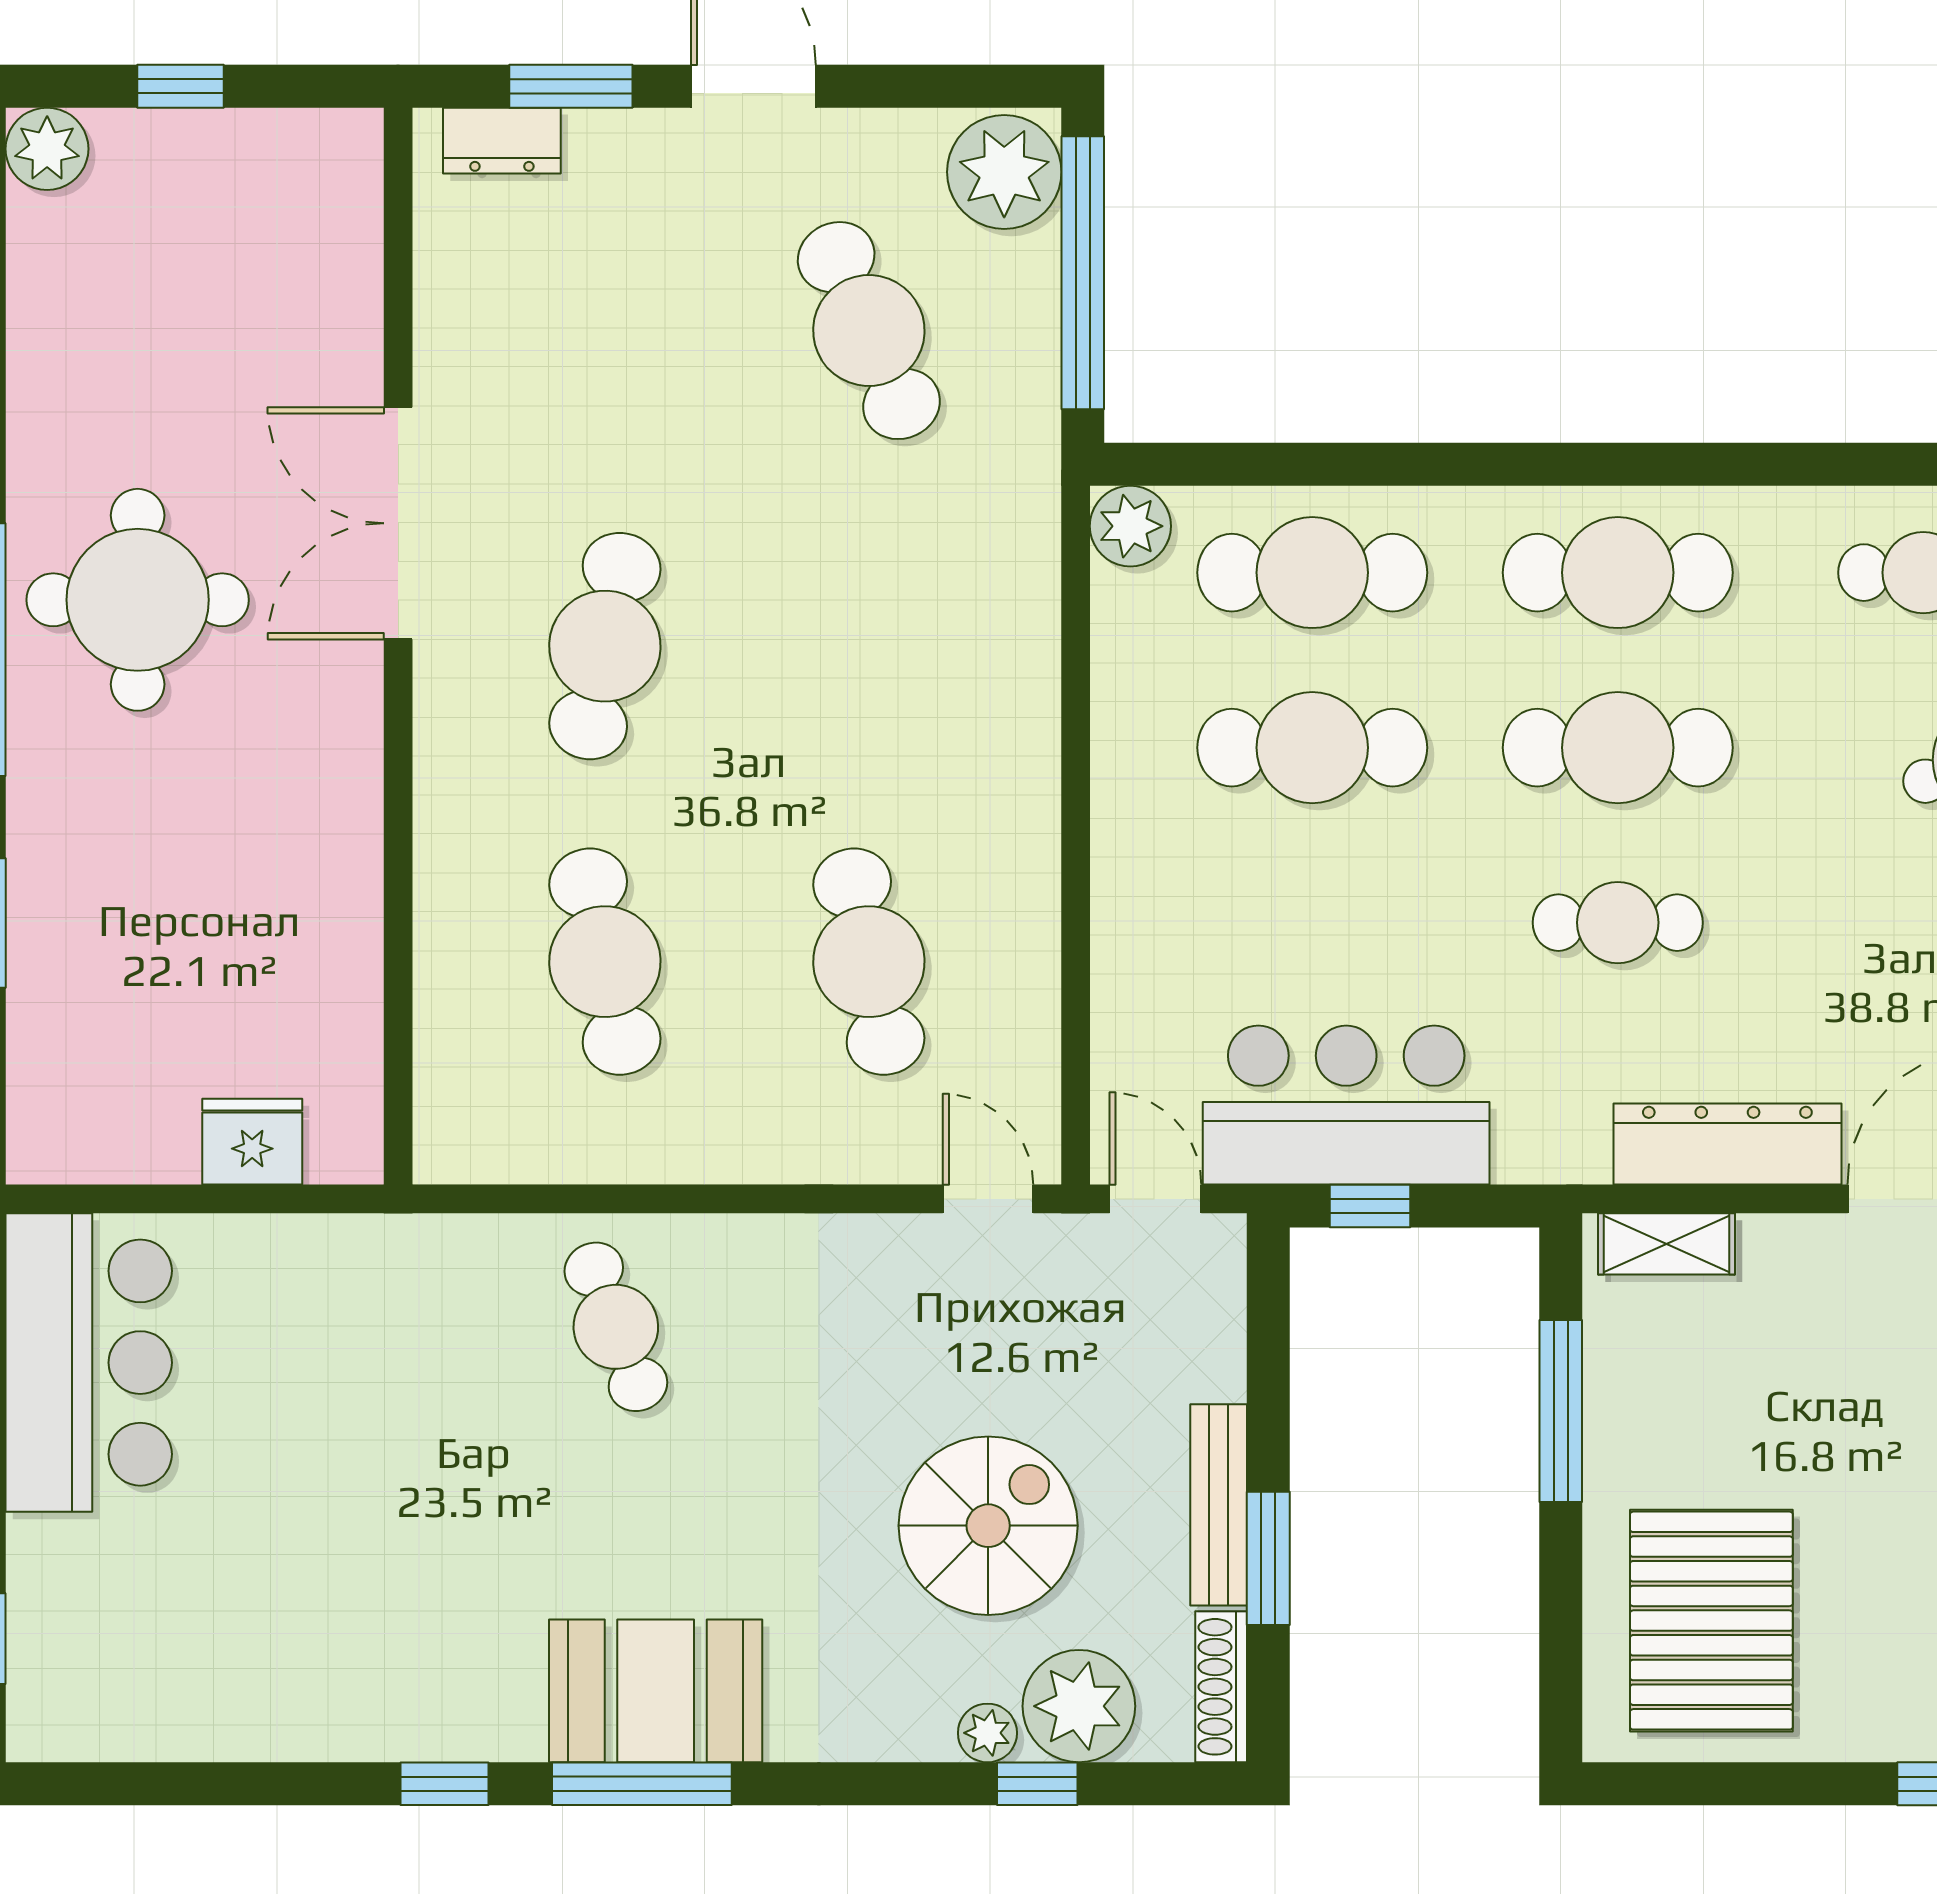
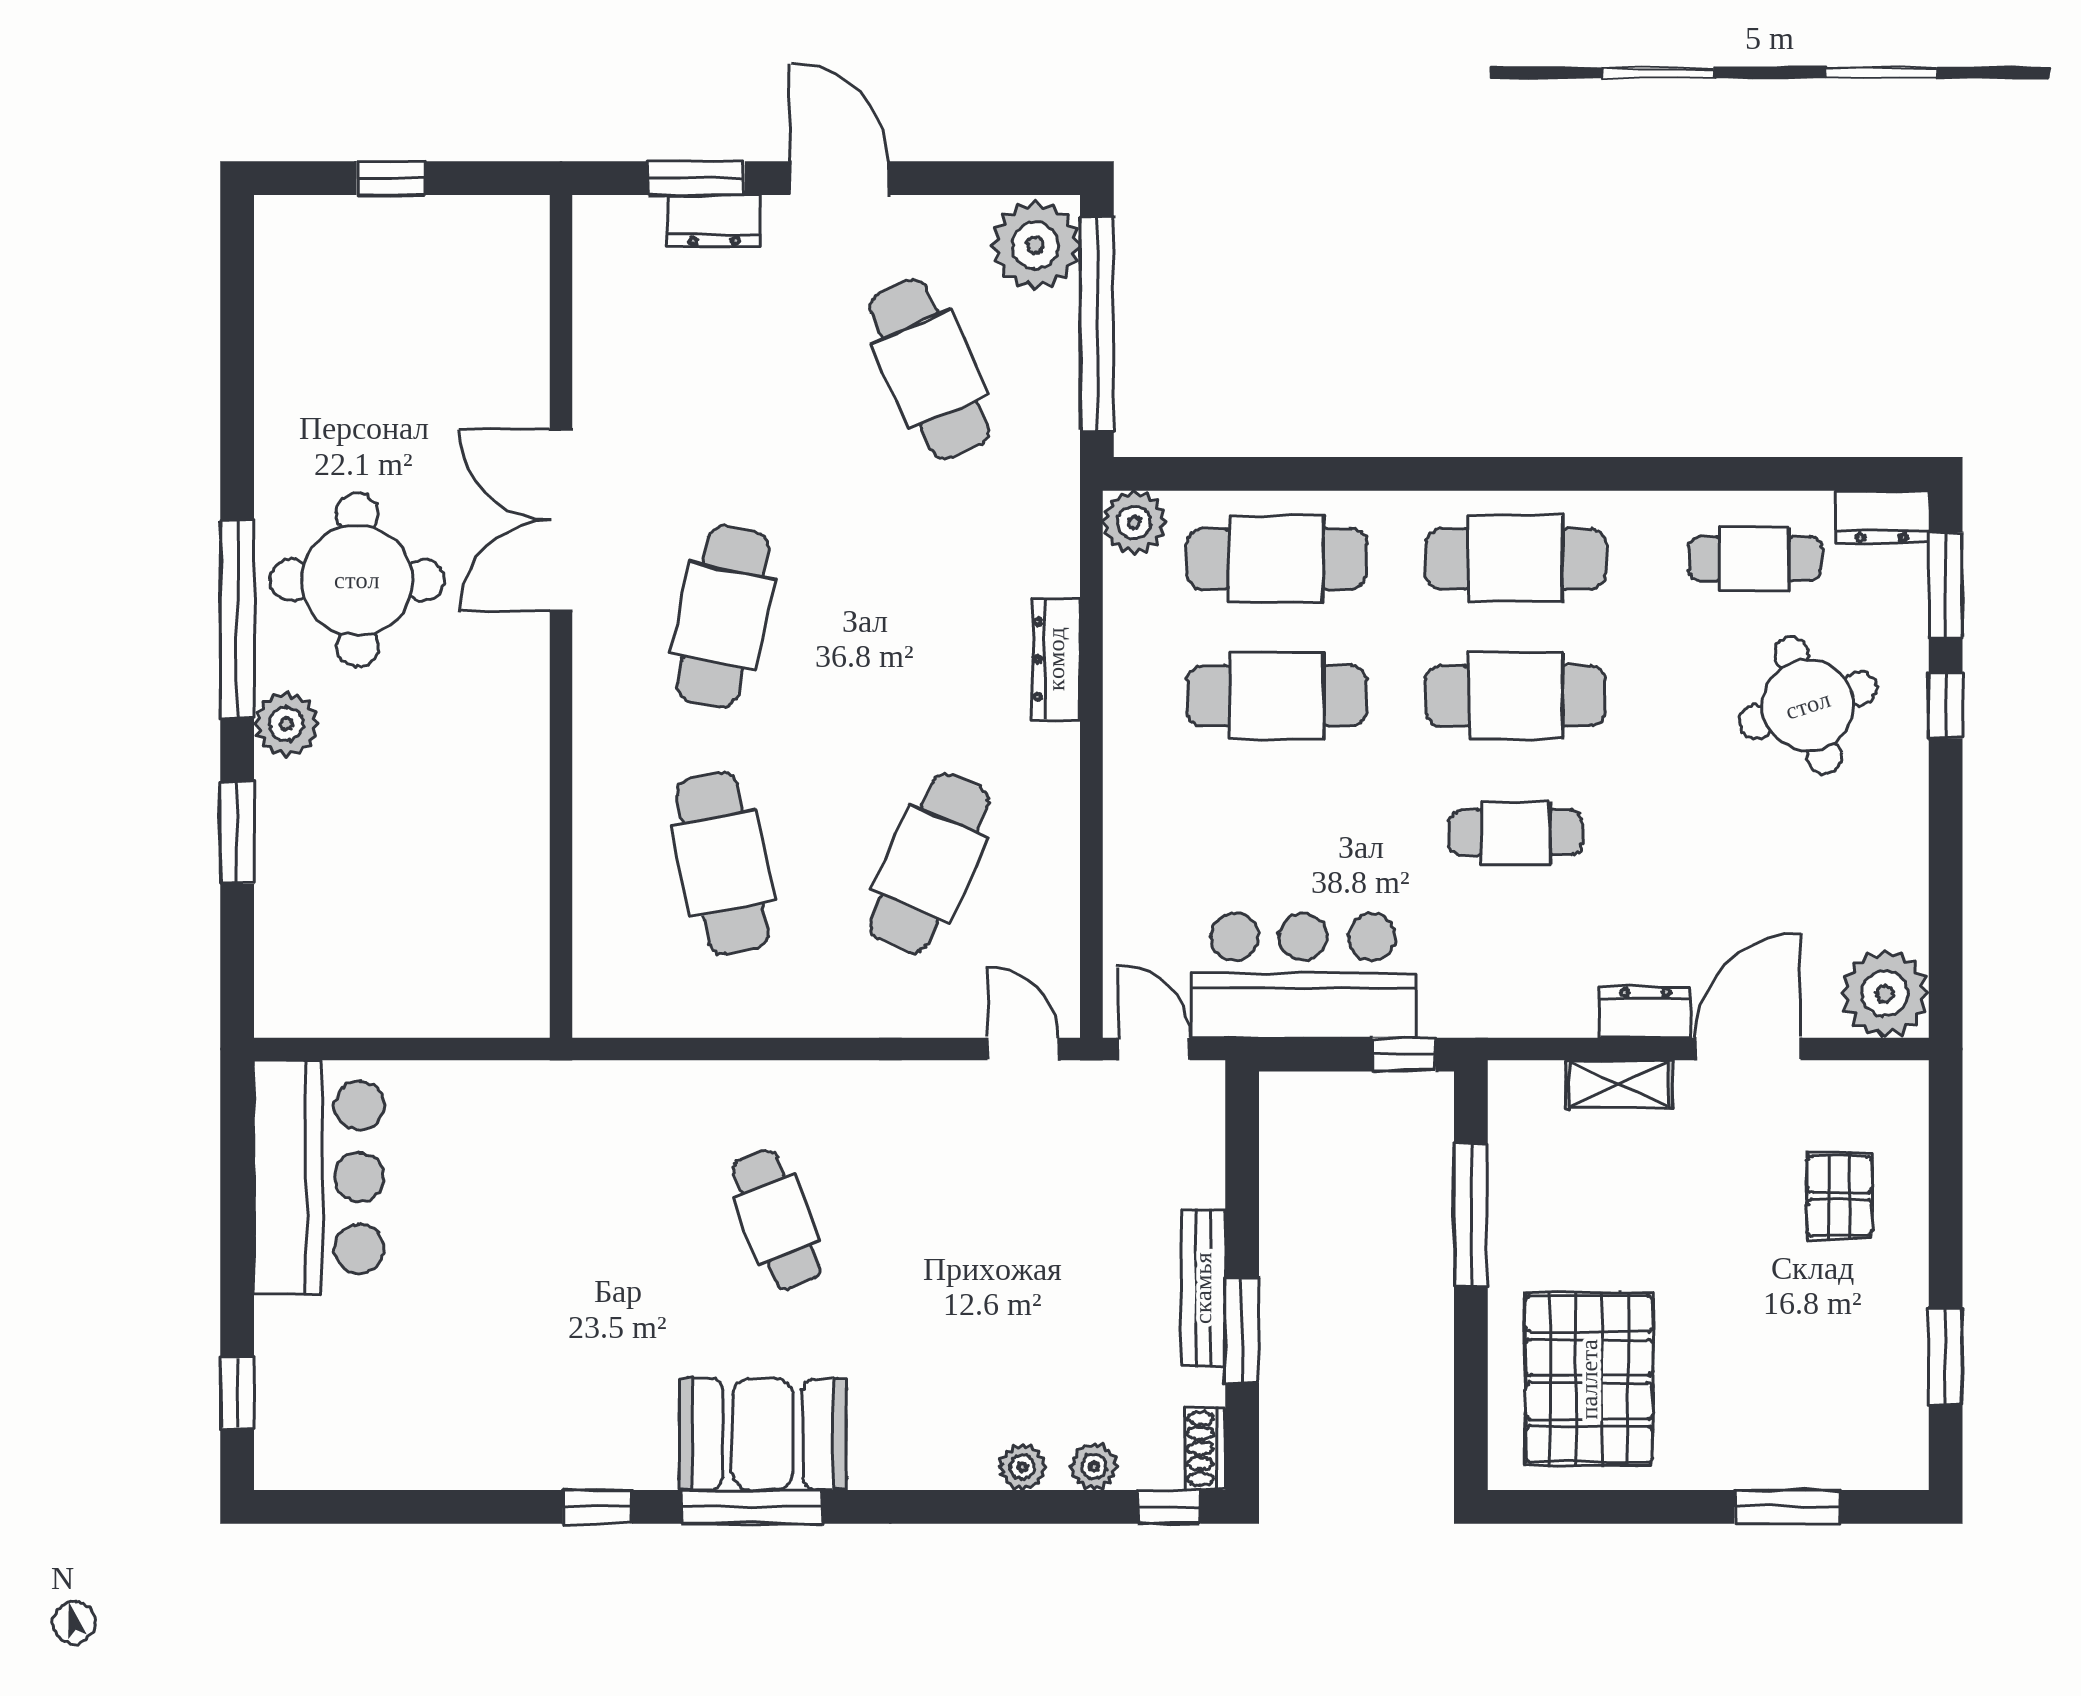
dresser: (502, 141) -> (714, 221), moved
plant: (47, 149) -> (286, 724), moved
dresser: (1031, 701) -> (1056, 659), added
cafe table: (869, 962) -> (929, 863), turned 36
fridge: (252, 1142) -> (447, 1004), removed
dresser: (1727, 1144) -> (1645, 1012), width x0.51, depth x0.80
window: (1370, 1206) -> (1404, 1055), moved
shelving: (1667, 1244) -> (1619, 1084), moved
cafe table: (616, 1327) -> (776, 1220), moved
spiral stairs: (988, 1526) -> (1023, 1305), removed
shoe rack: (1221, 1687) -> (1205, 1449), width x0.70
plant: (1079, 1706) -> (1094, 1467), width x0.53, depth x0.53
window: (1037, 1784) -> (1170, 1507), moved

